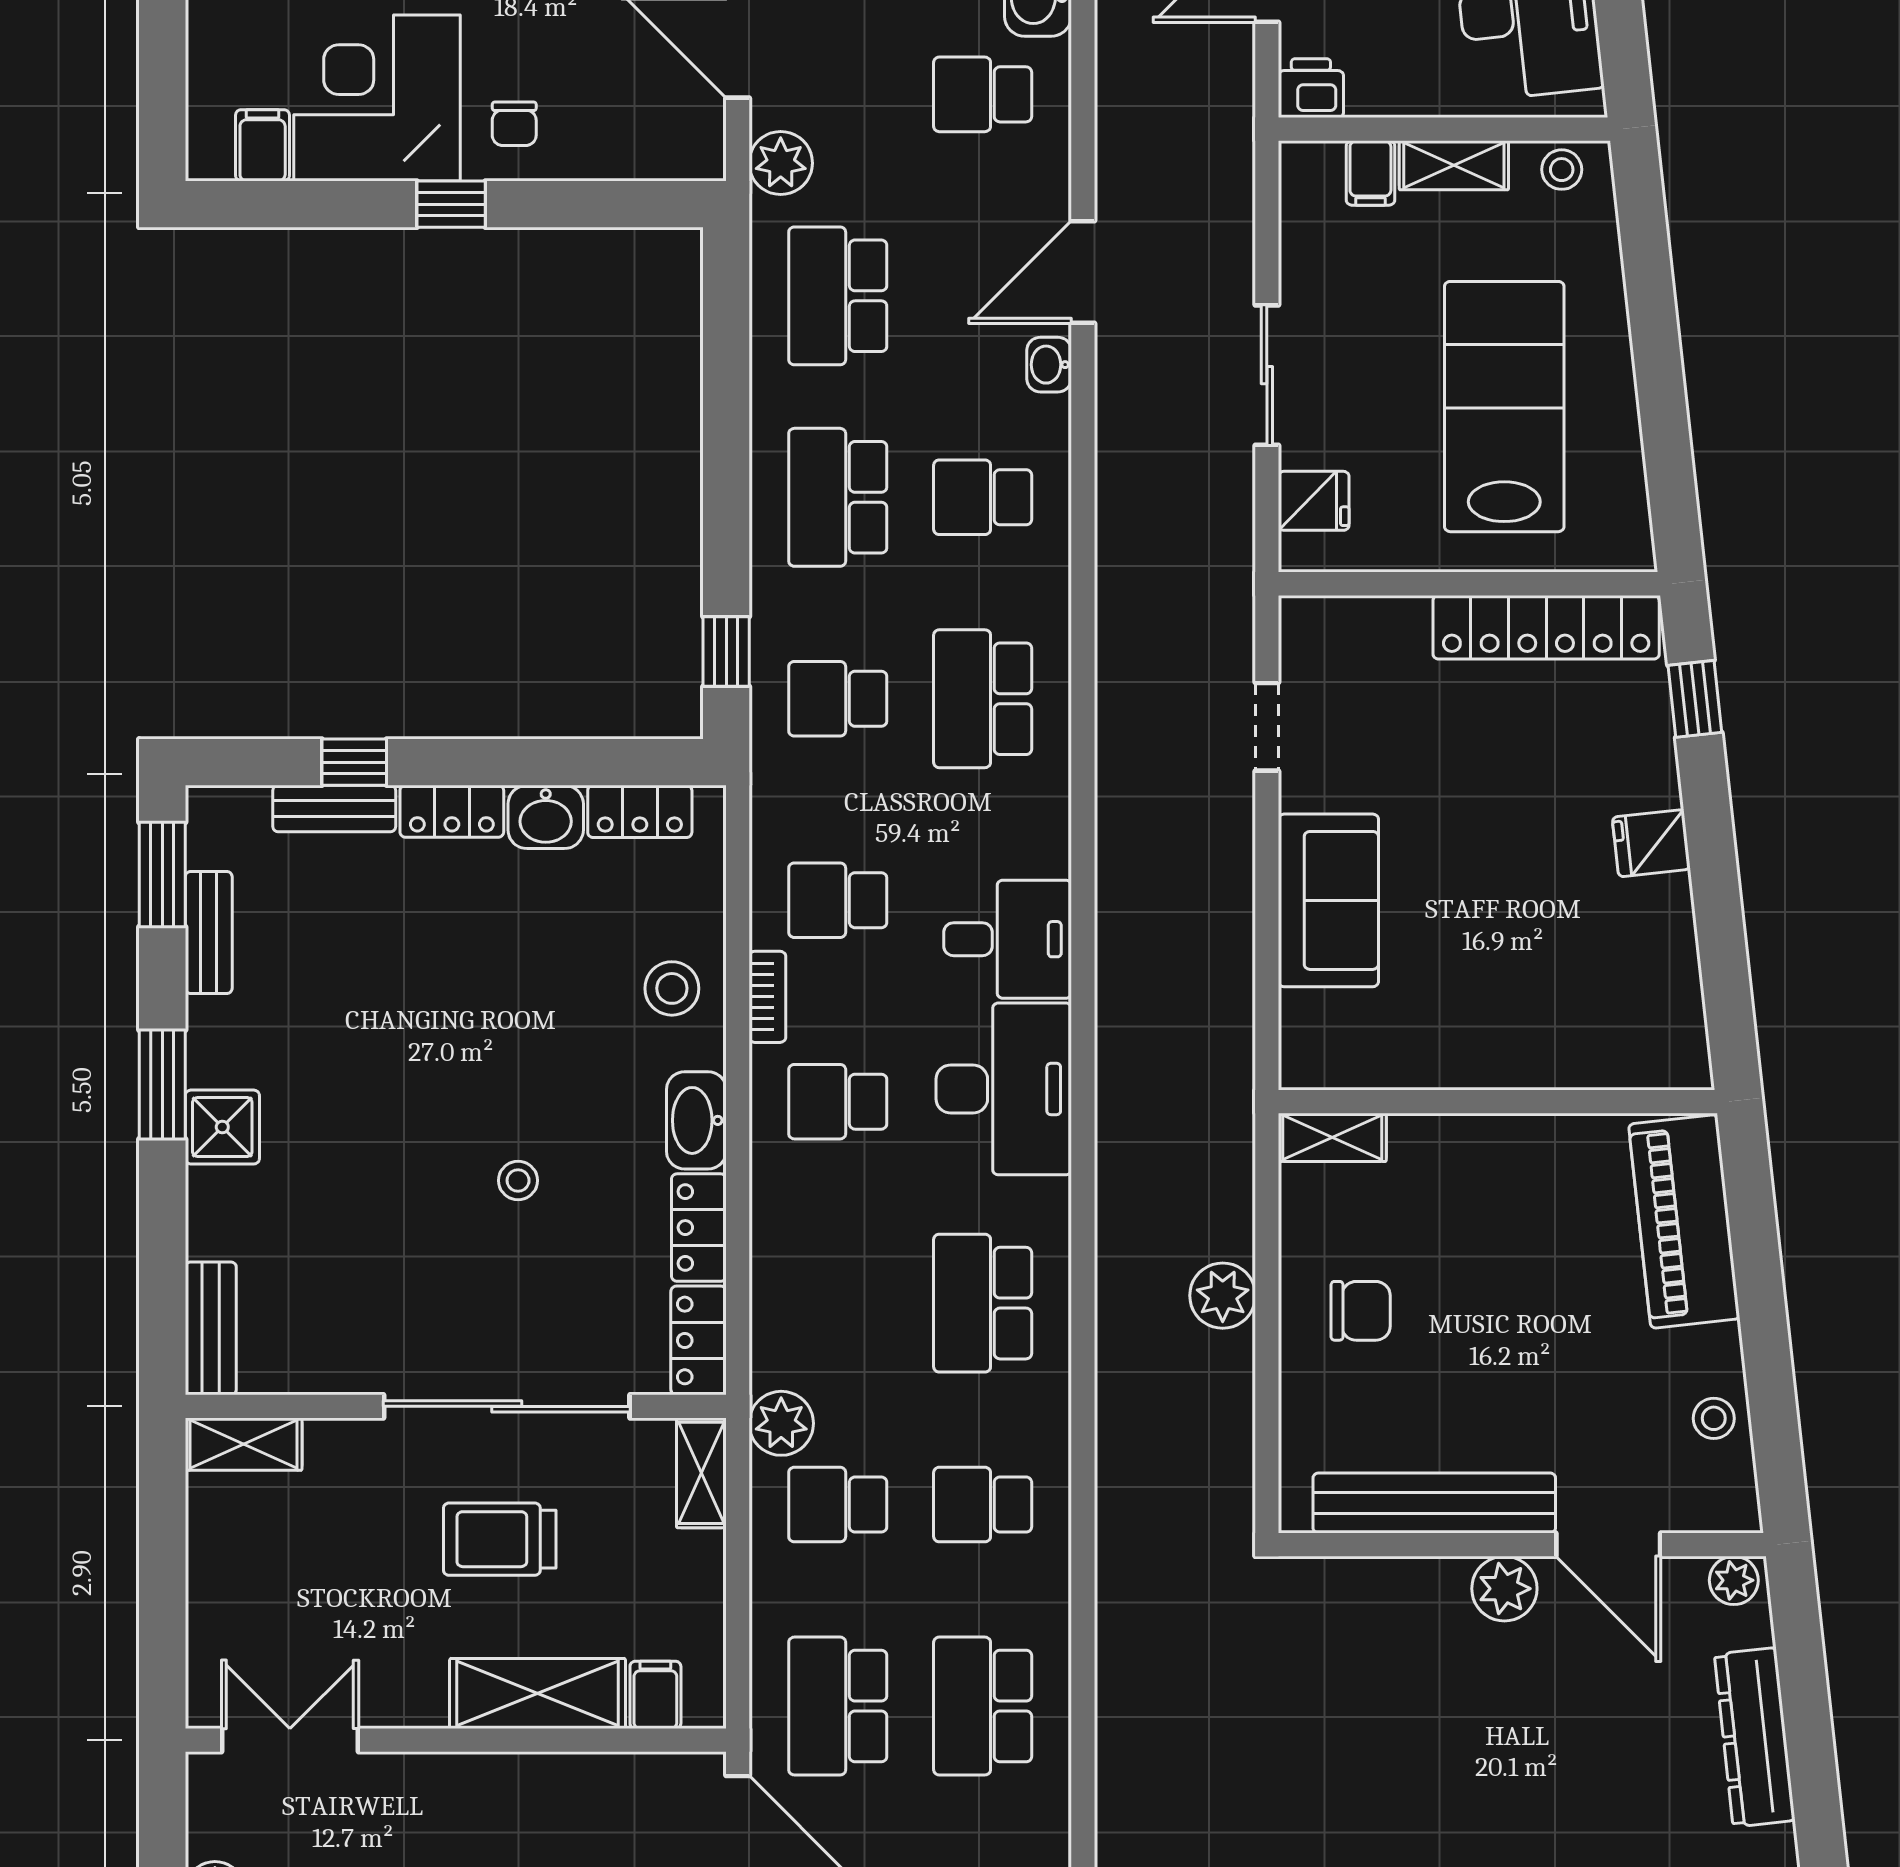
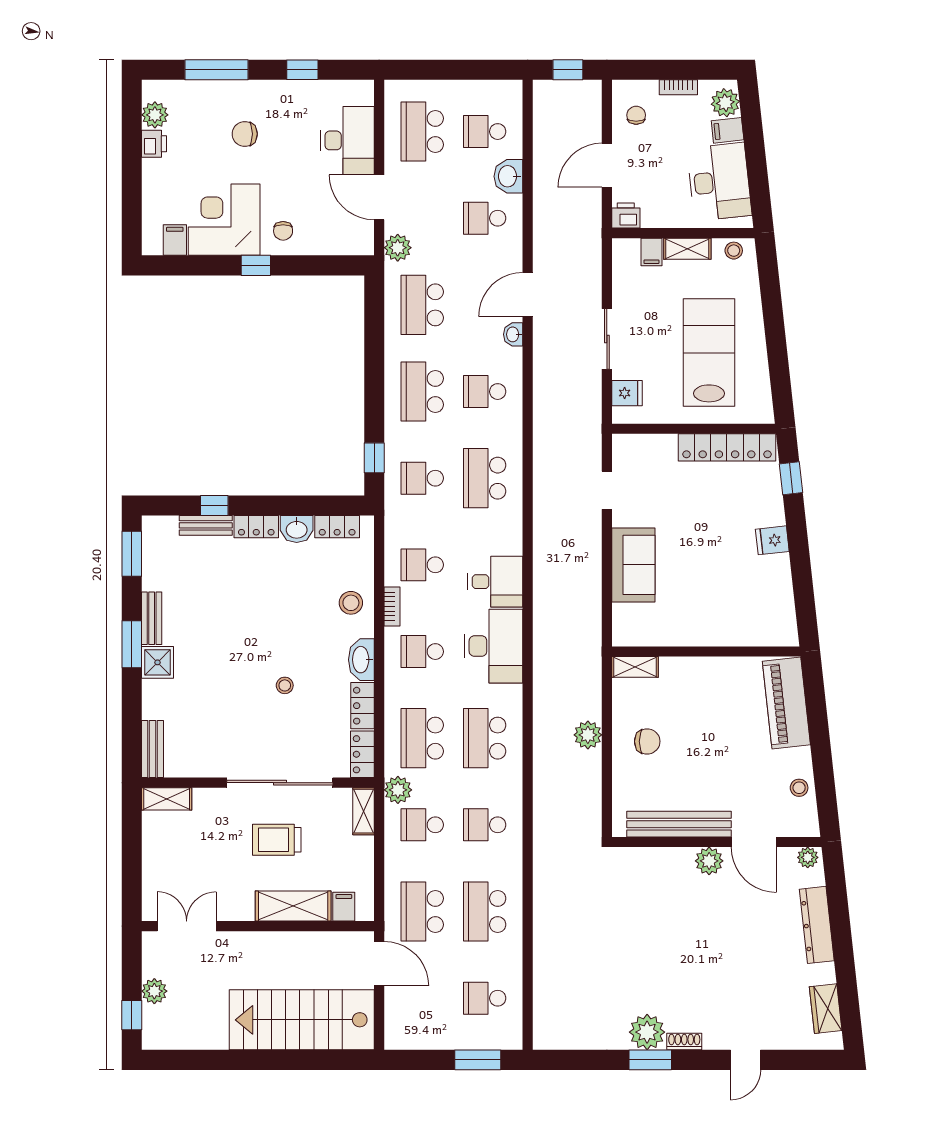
bench: (209, 933) -> (152, 618), moved
school desk: (838, 1303) -> (422, 738), added

